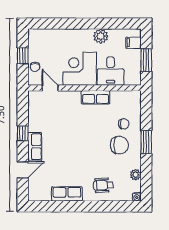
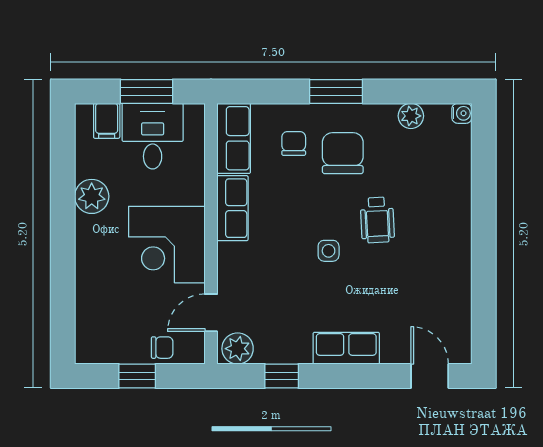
desk: (111, 71) -> (153, 136), moved, turned -90
plant: (35, 99) -> (238, 349), added
window: (23, 133) -> (282, 376), moved
side table: (77, 139) -> (329, 251), added
door: (23, 170) -> (430, 376), moved
wheelchair: (103, 185) -> (377, 220), moved
row of seats: (67, 194) -> (234, 138), moved, turned 180

